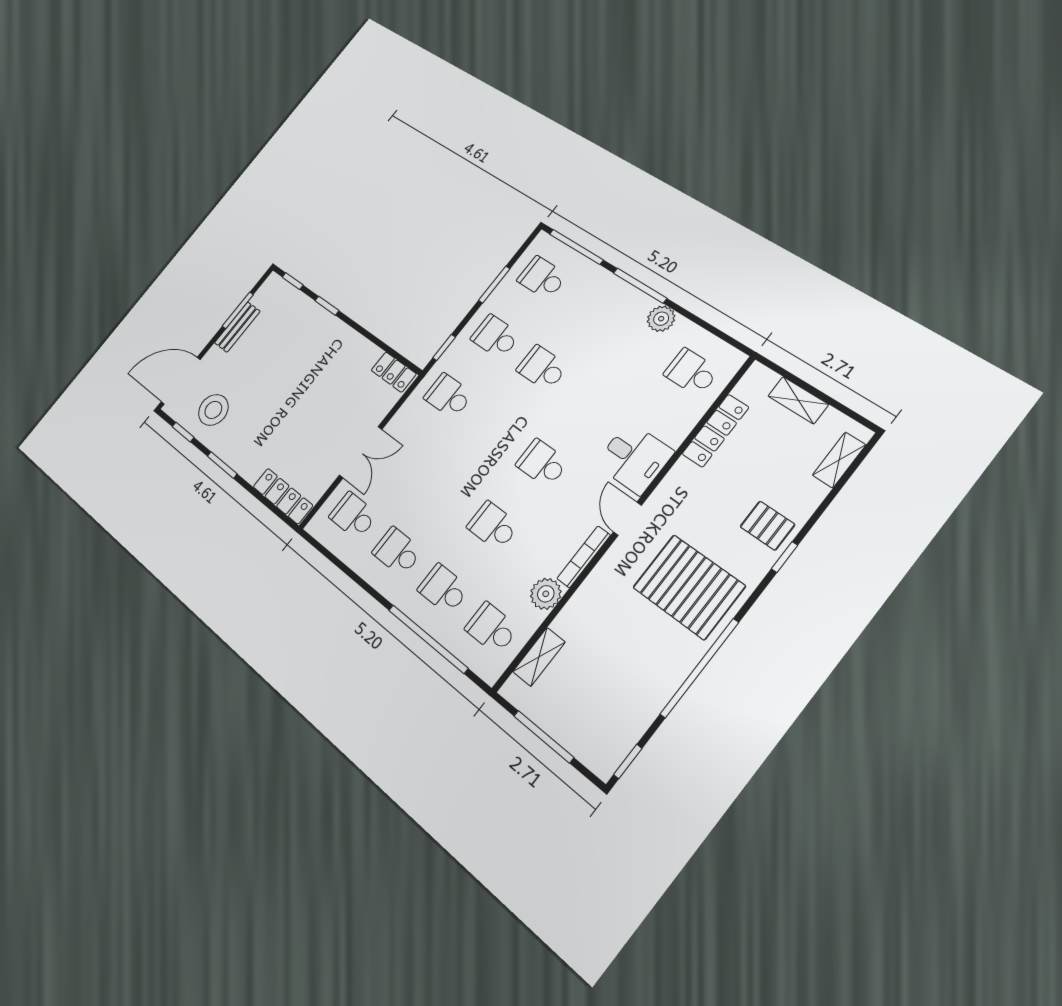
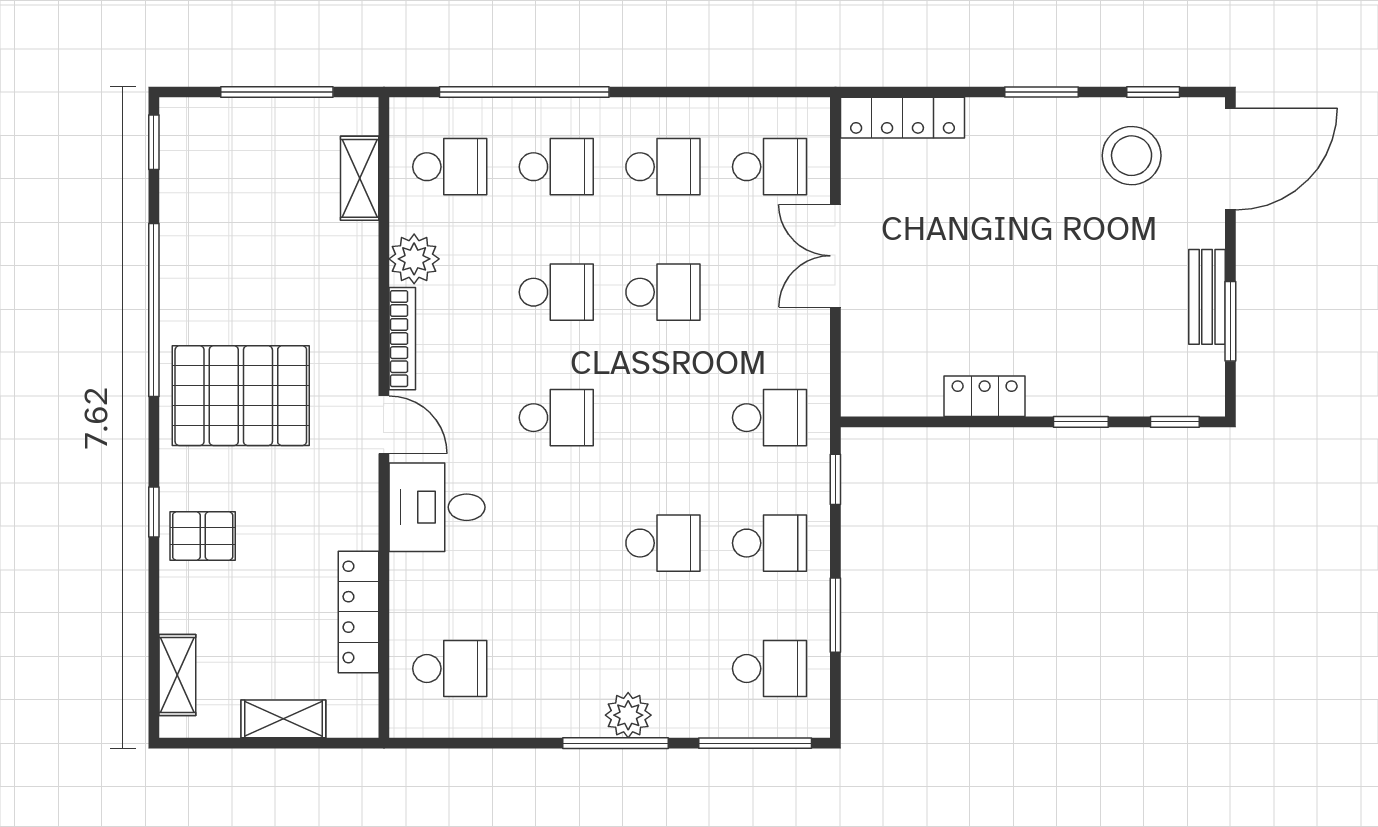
plant: (661, 319) -> (628, 715), moved
locker: (394, 372) -> (985, 396), moved
school desk: (446, 490) -> (663, 292), added

